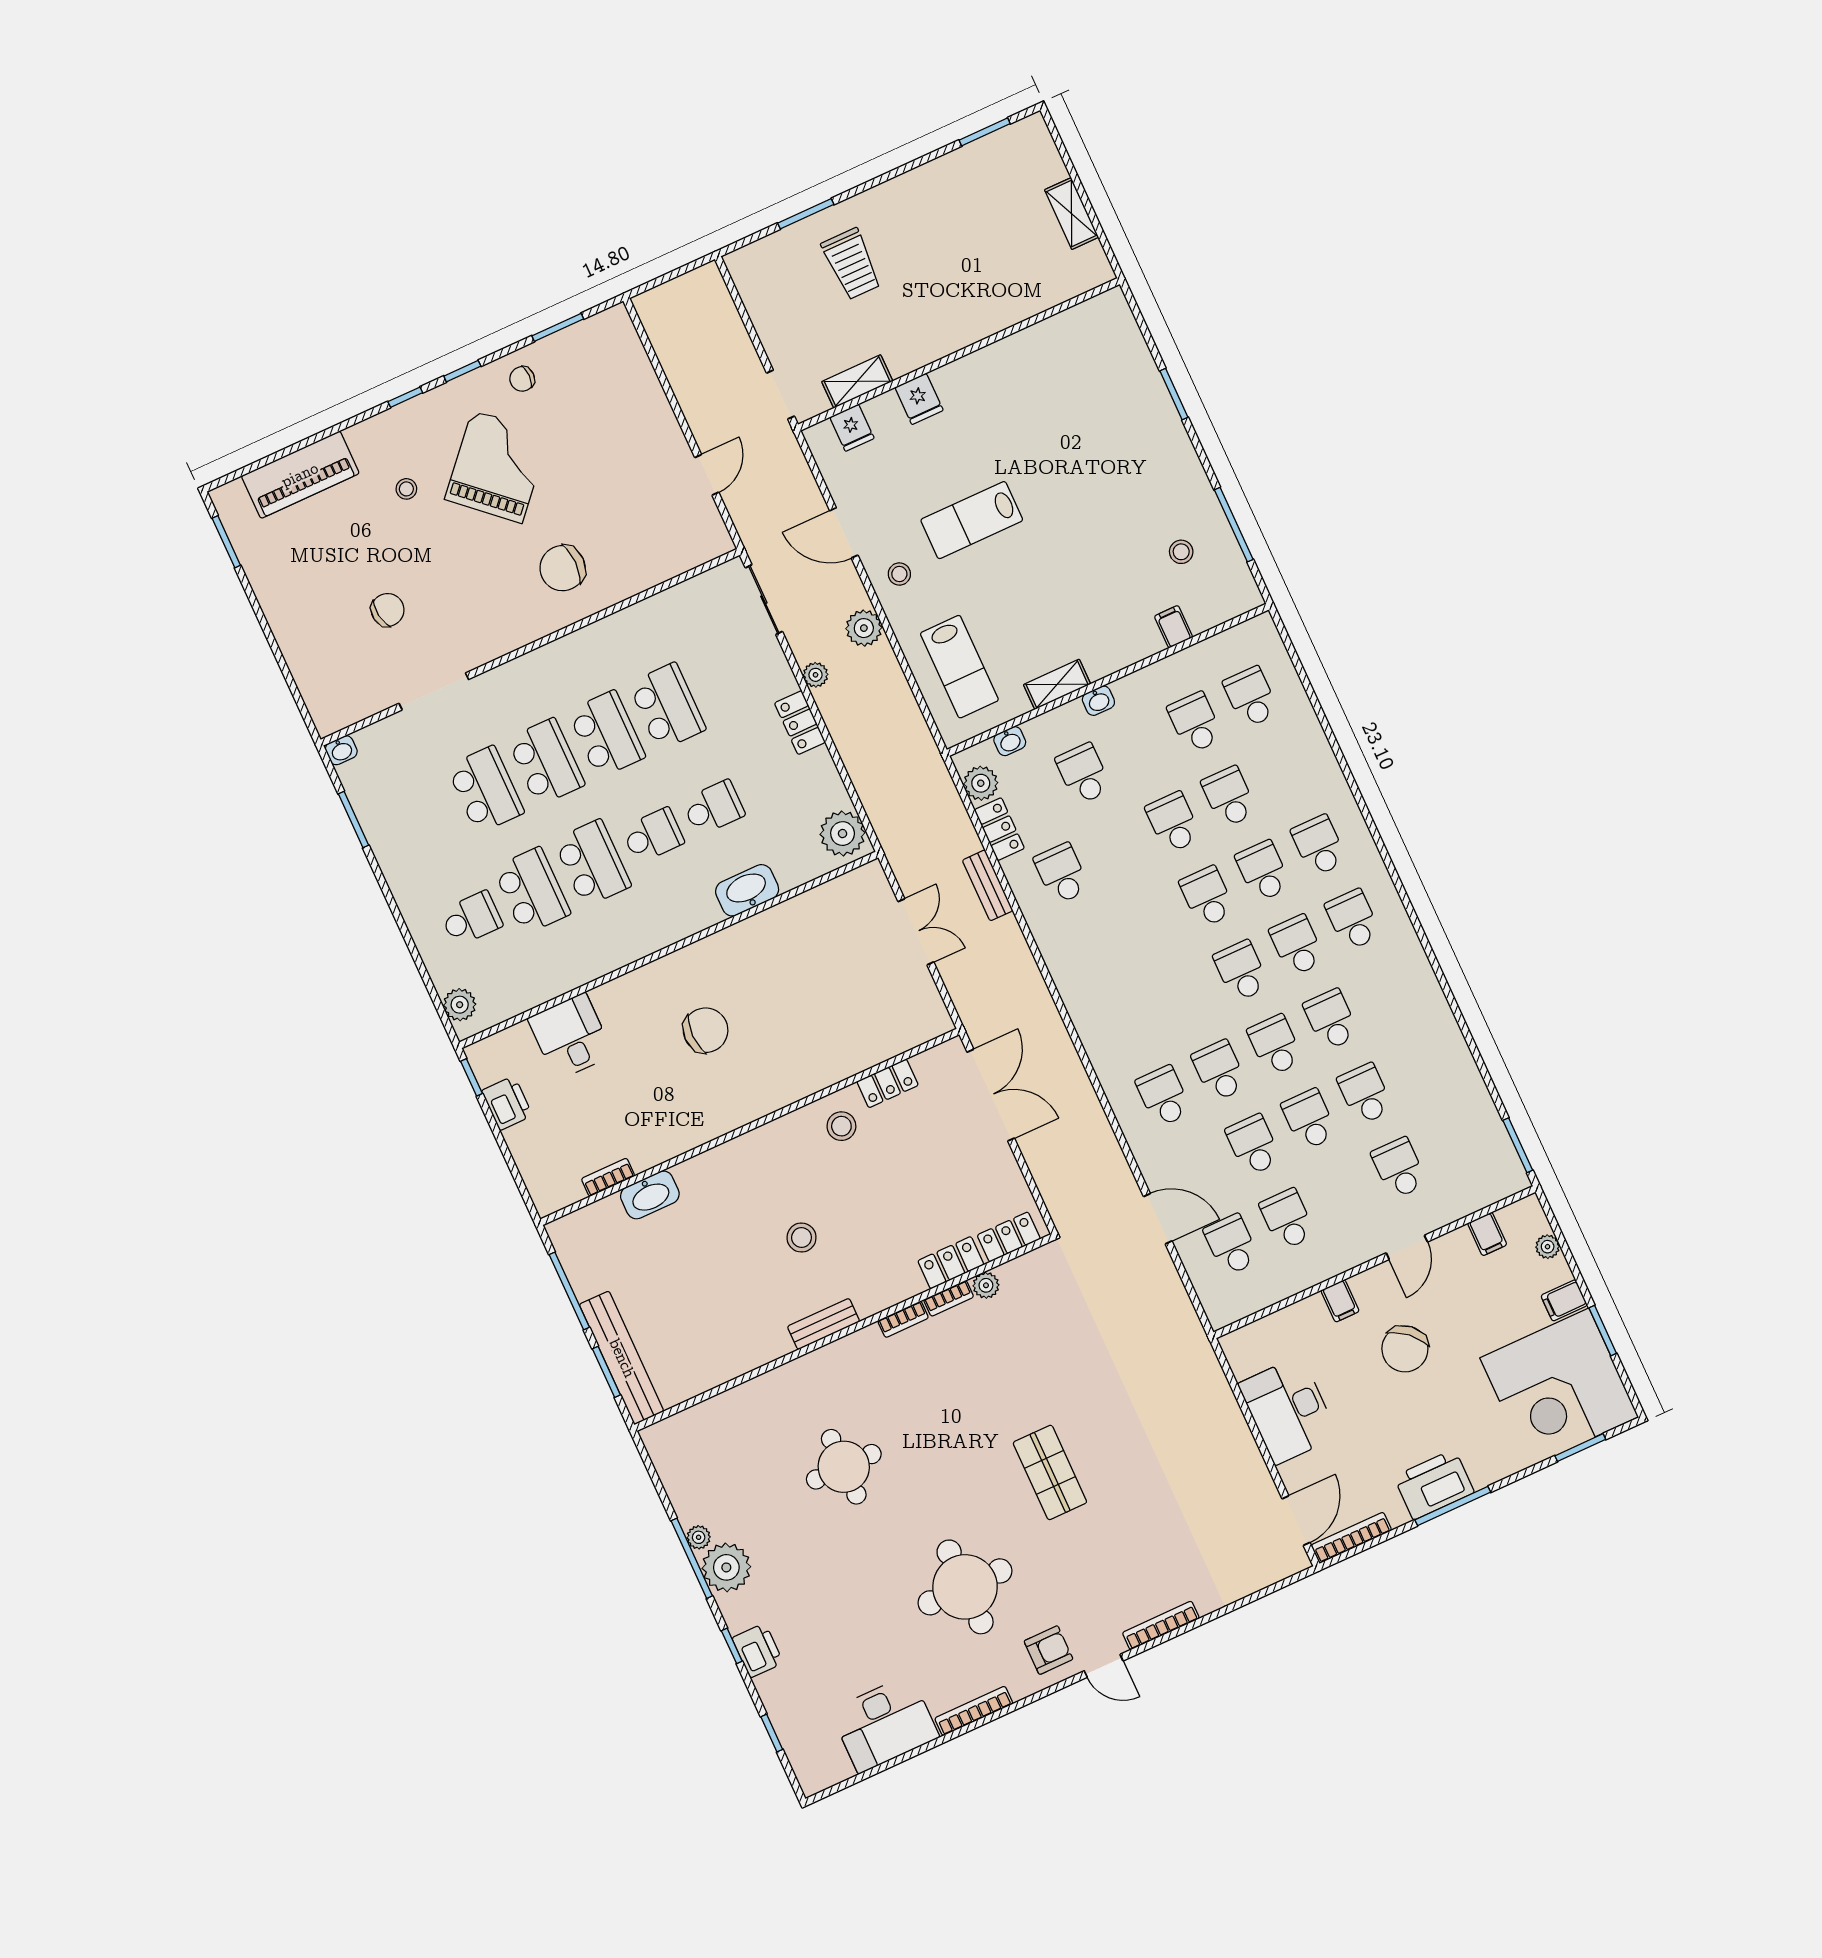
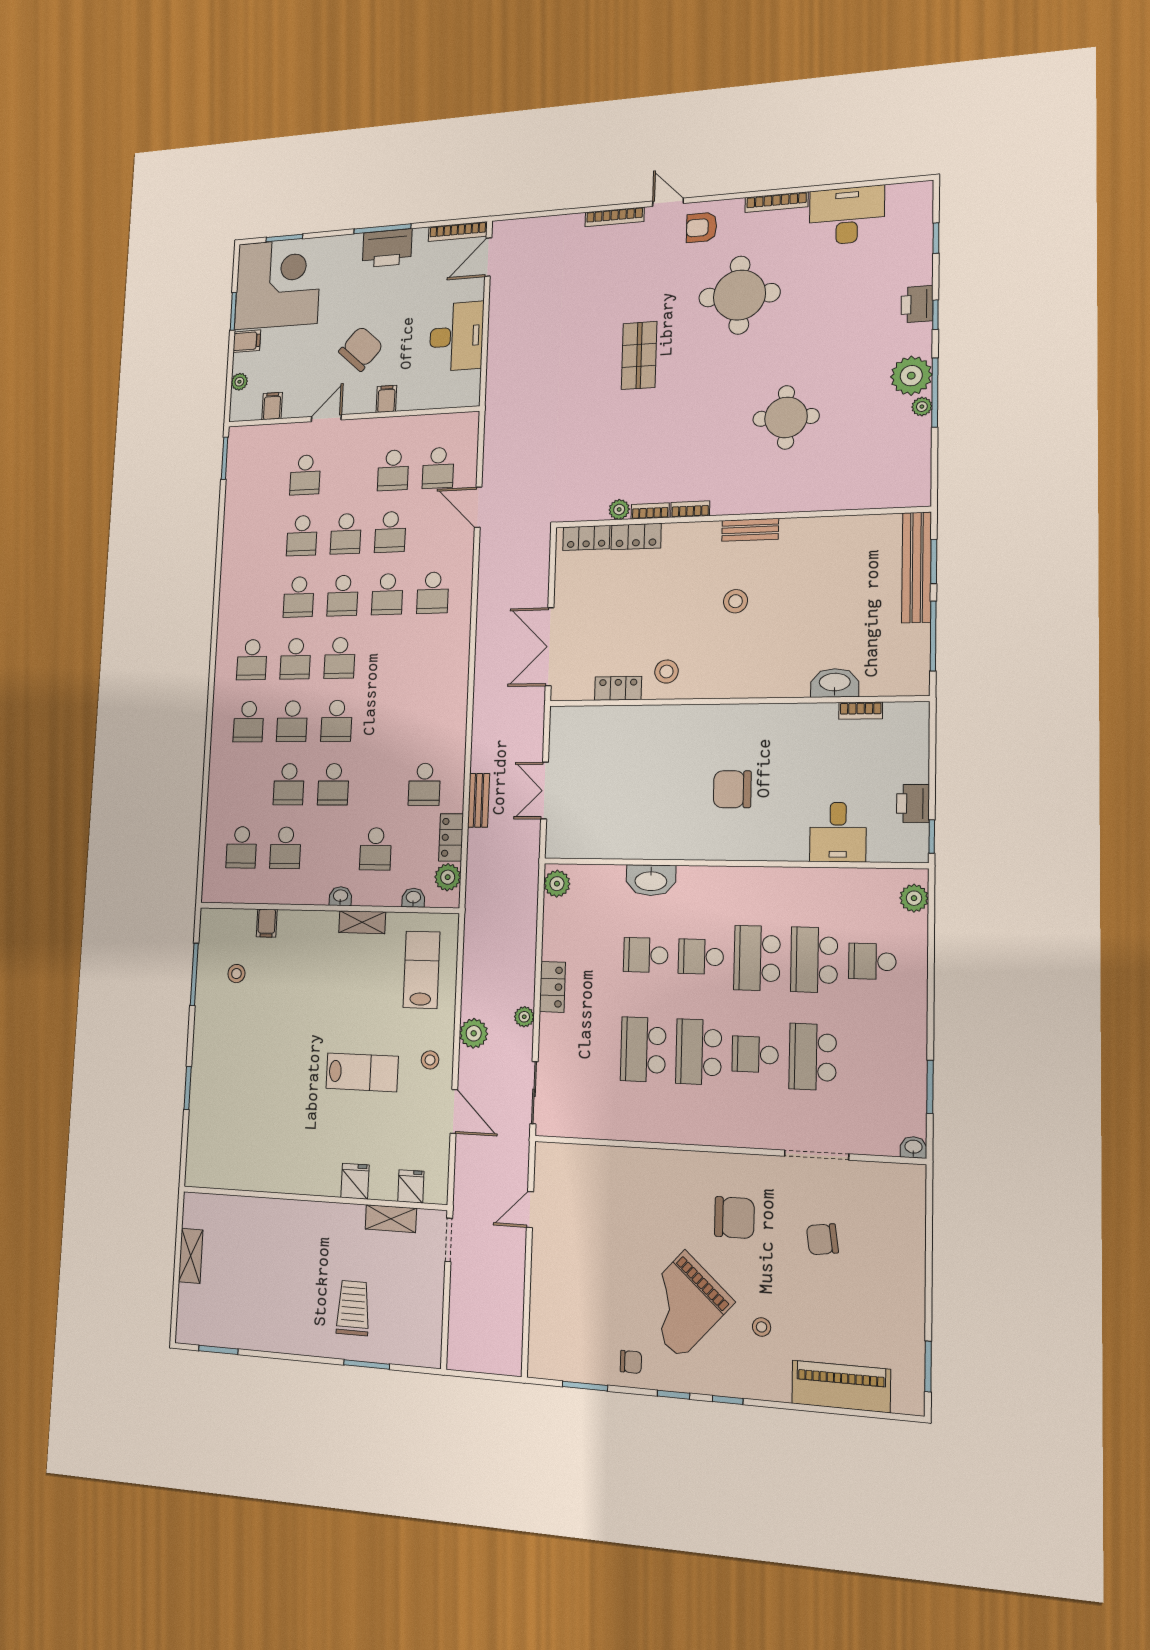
chair: (563, 568) -> (734, 1218), moved
school desk: (546, 762) -> (755, 1054), width x0.54
plant: (843, 834) -> (557, 884), width x0.73, depth x0.73

